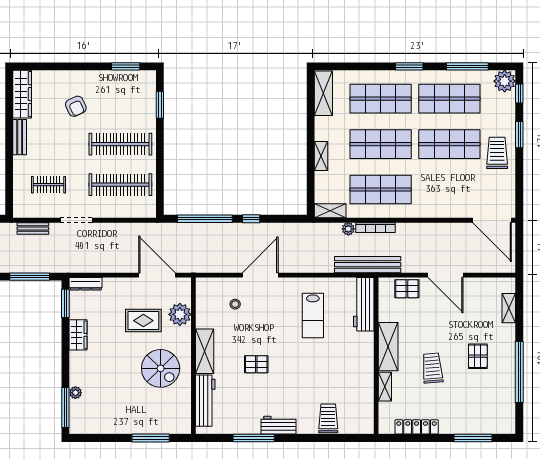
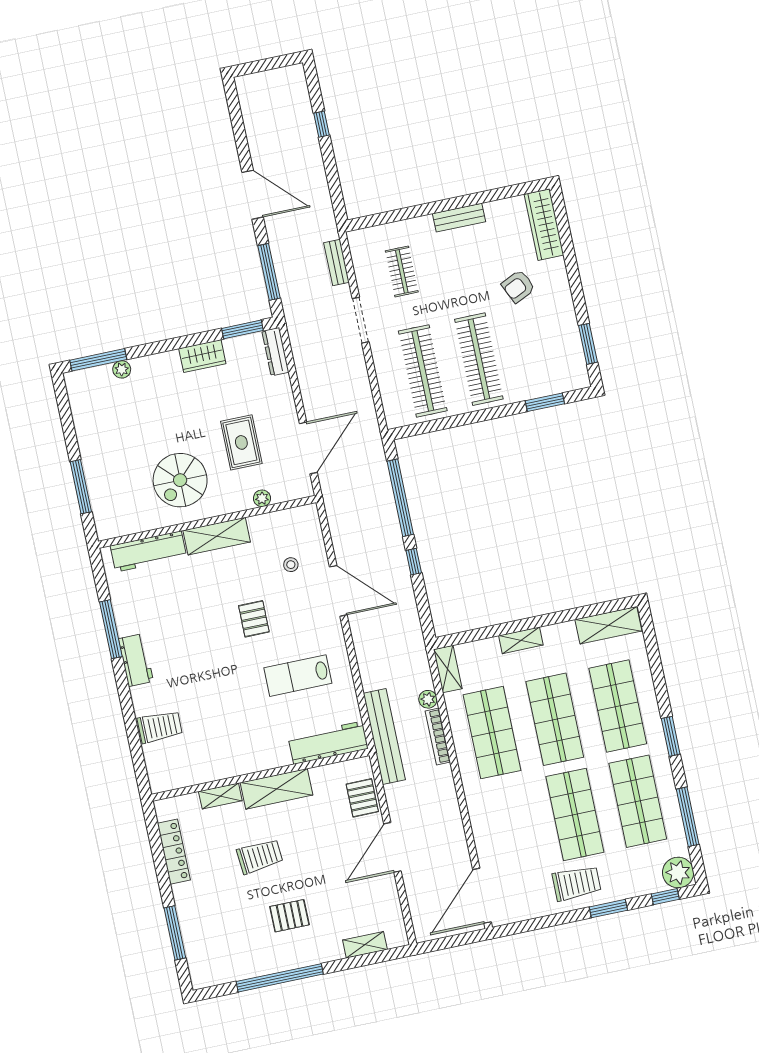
wardrobe: (22, 94) -> (544, 225), moved, turned 90
plant: (180, 314) -> (262, 498), width x0.53, depth x0.53
pallet: (256, 364) -> (254, 619), moved

